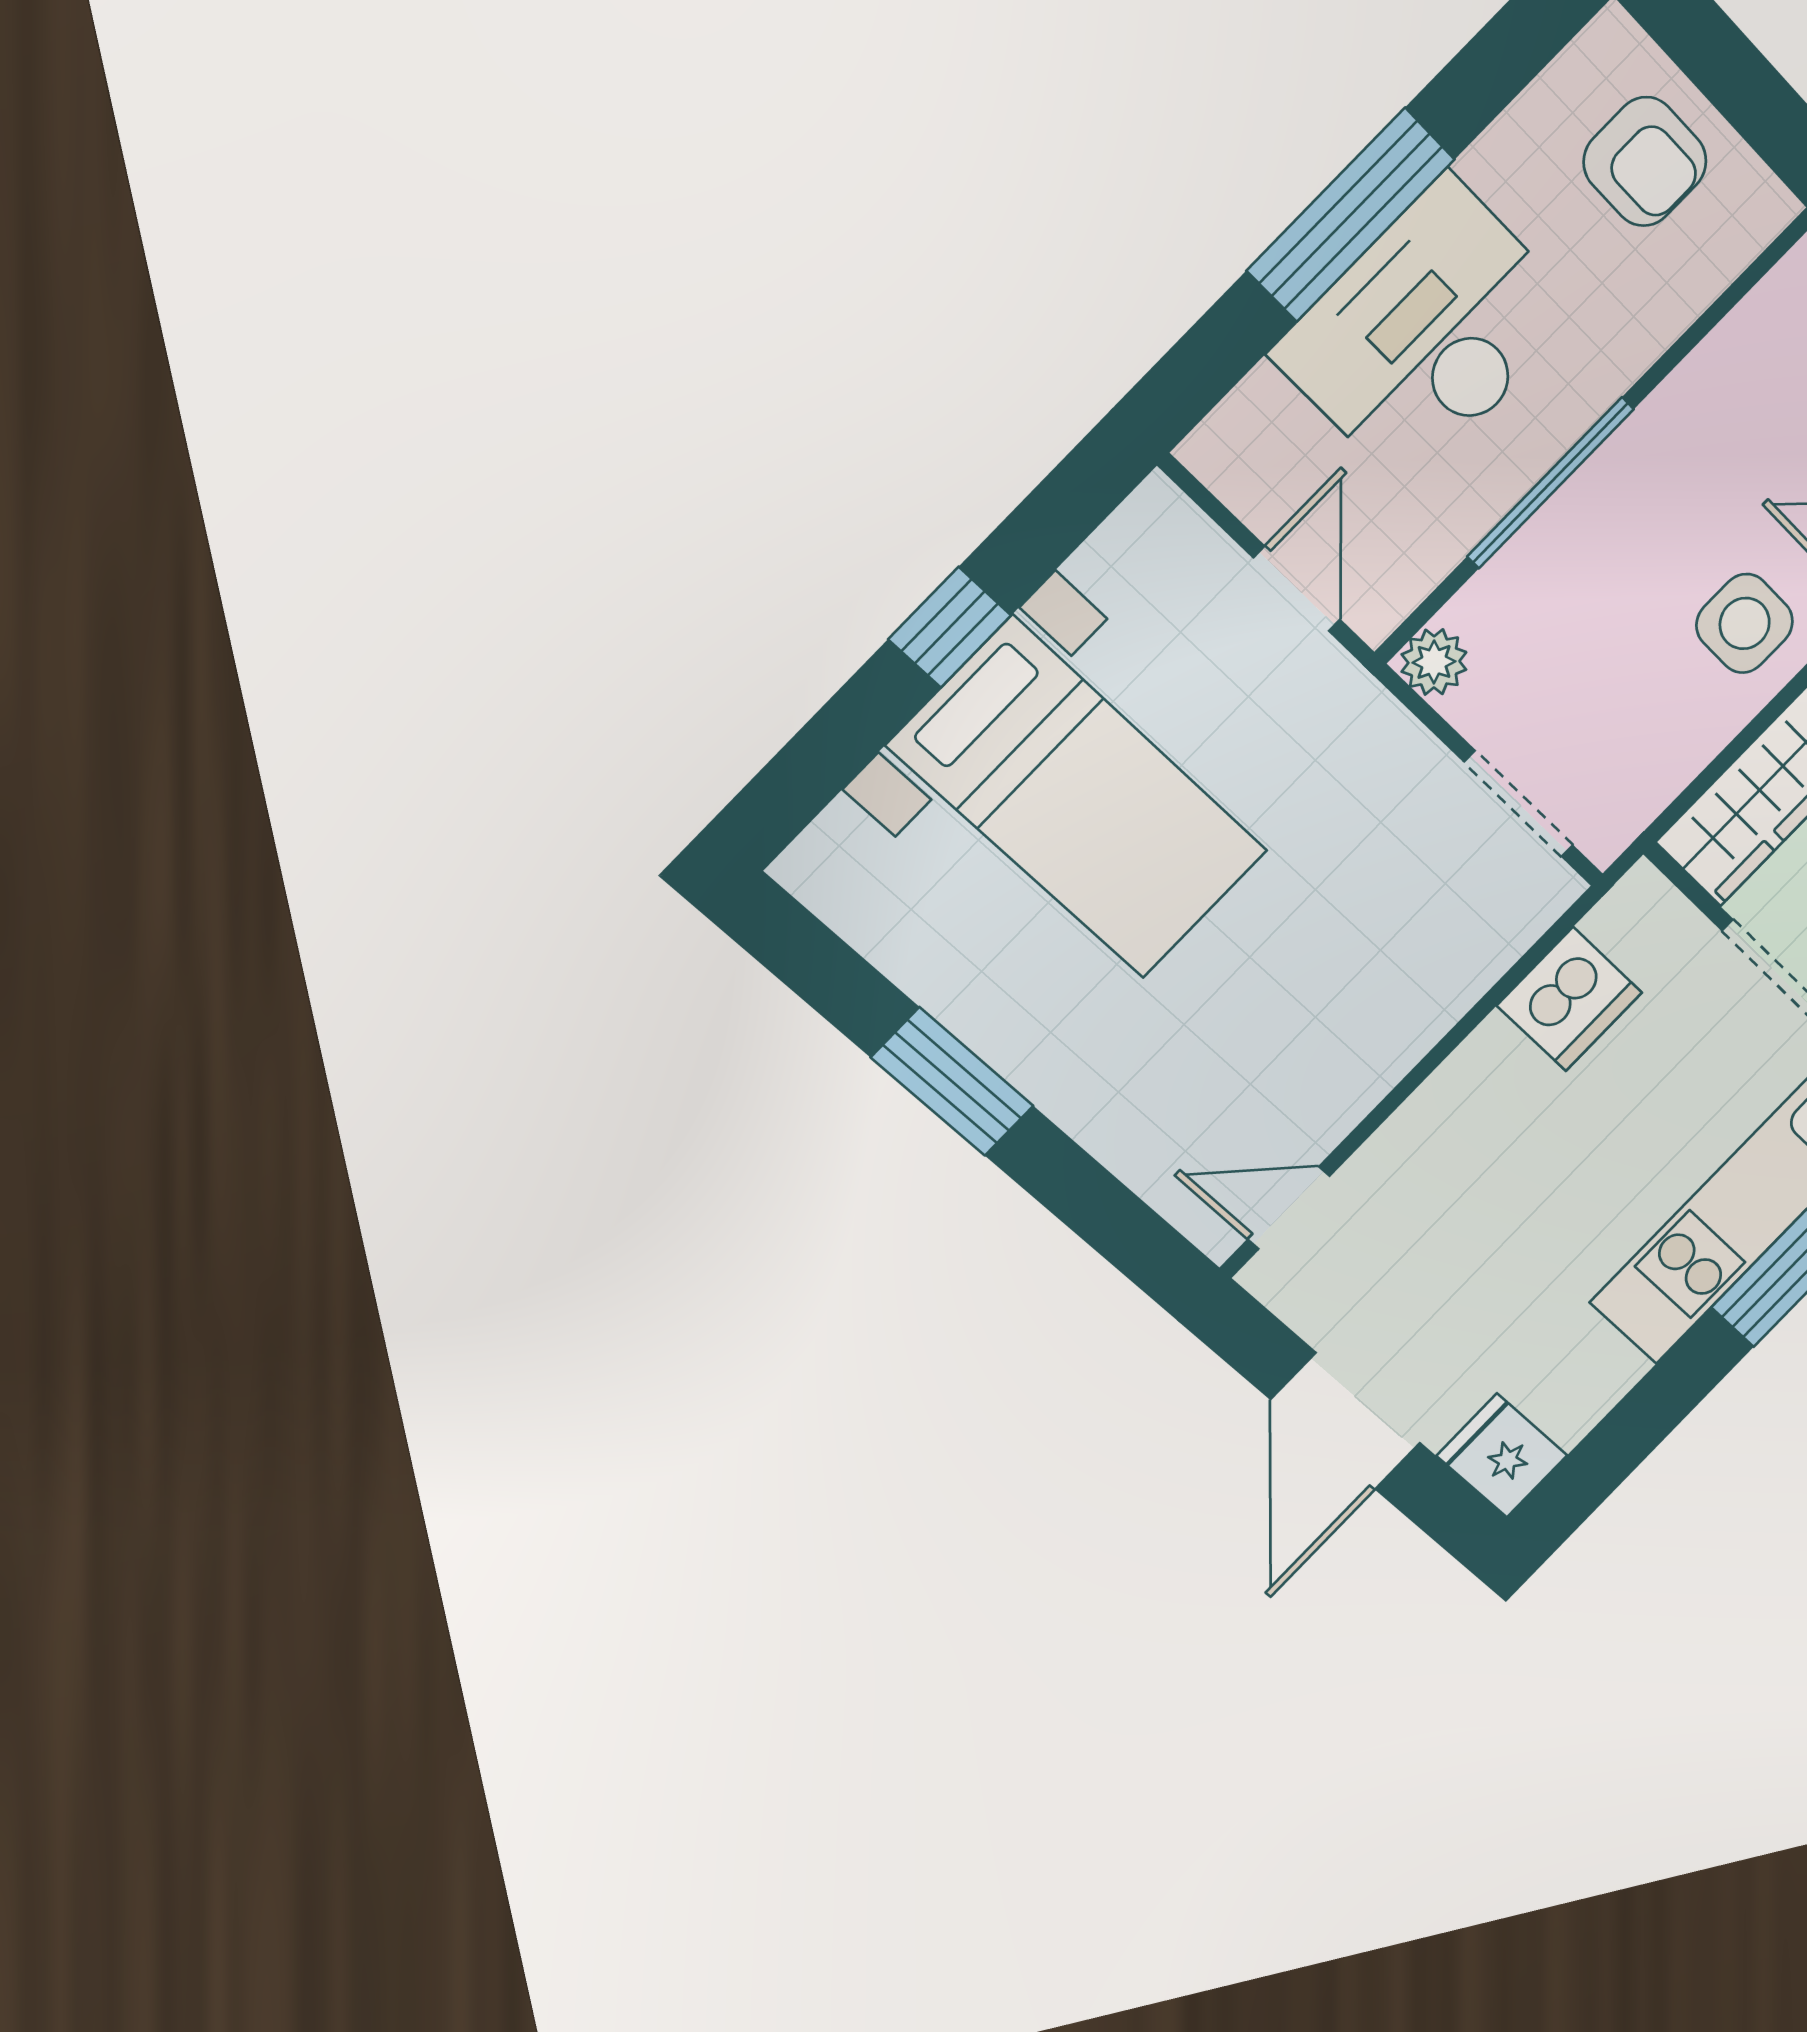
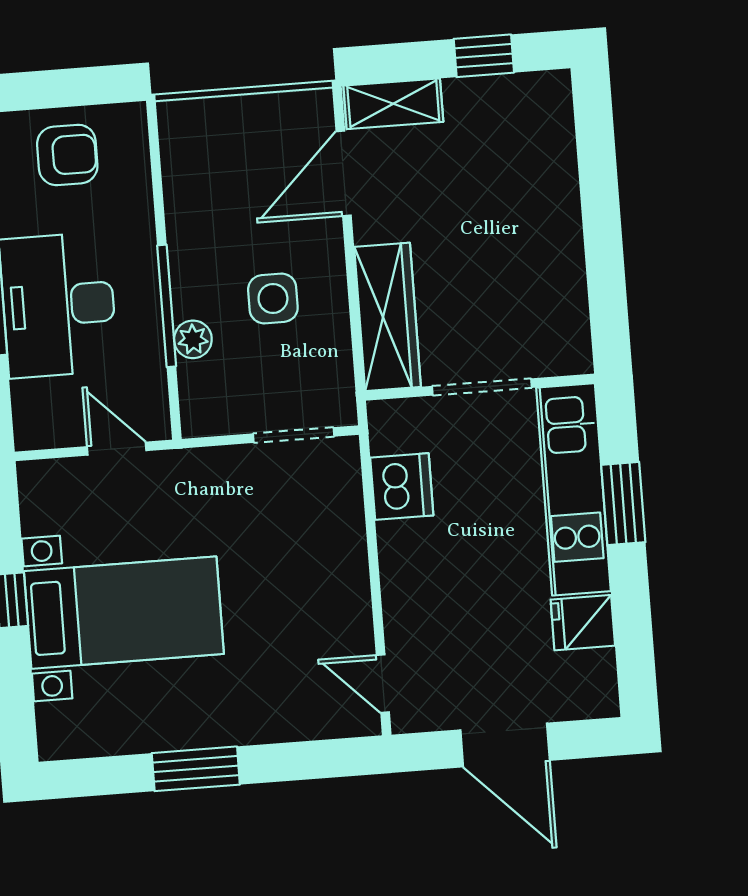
side table: (1745, 623) -> (273, 298), moved
plant: (1434, 662) -> (193, 339), moved
door: (1289, 1208) -> (383, 684), hinge flipped
fridge: (1502, 1456) -> (583, 623), moved

